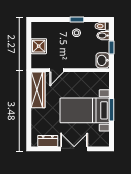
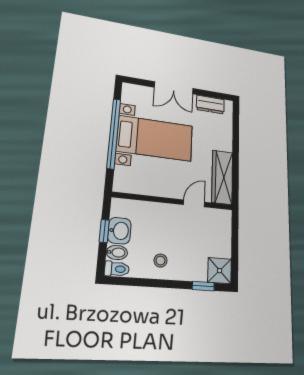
window: (77, 19) -> (203, 286), moved
shower: (39, 46) -> (220, 271), moved
washbasin: (103, 60) -> (119, 231), moved
window: (112, 110) -> (114, 133), width x2.11

